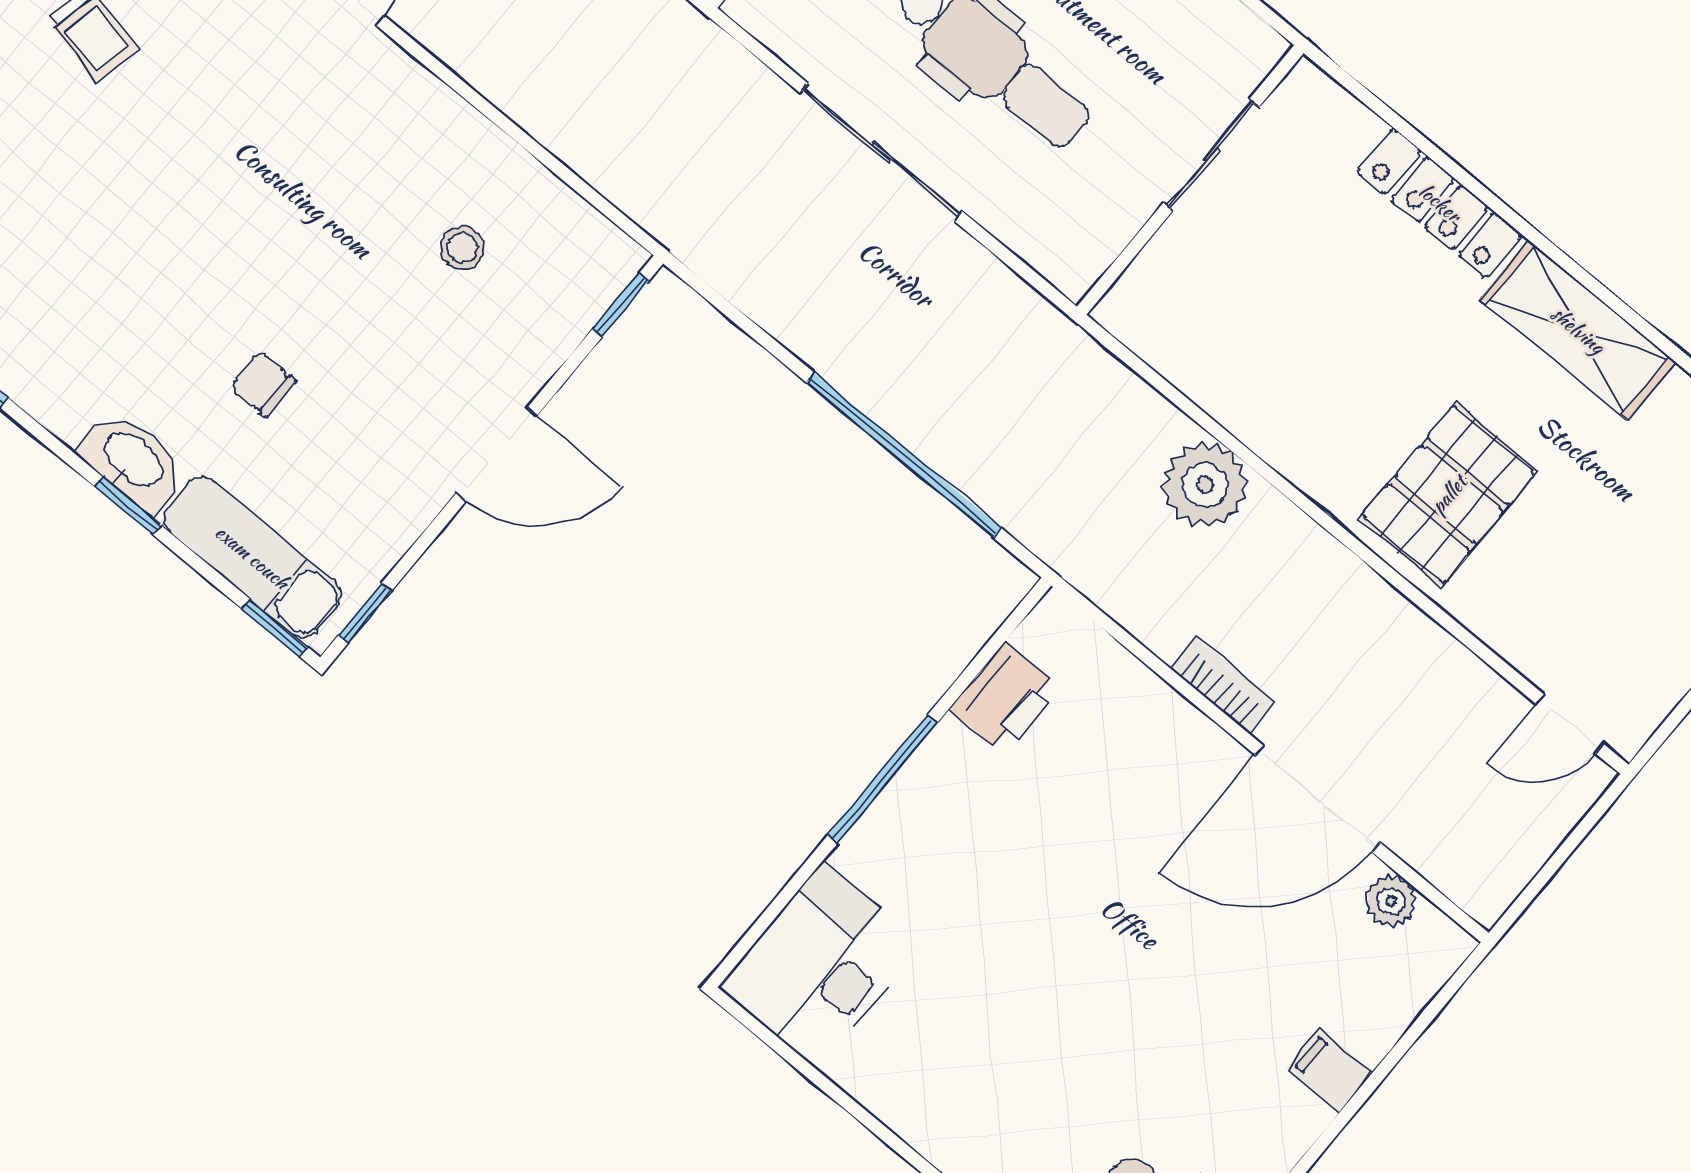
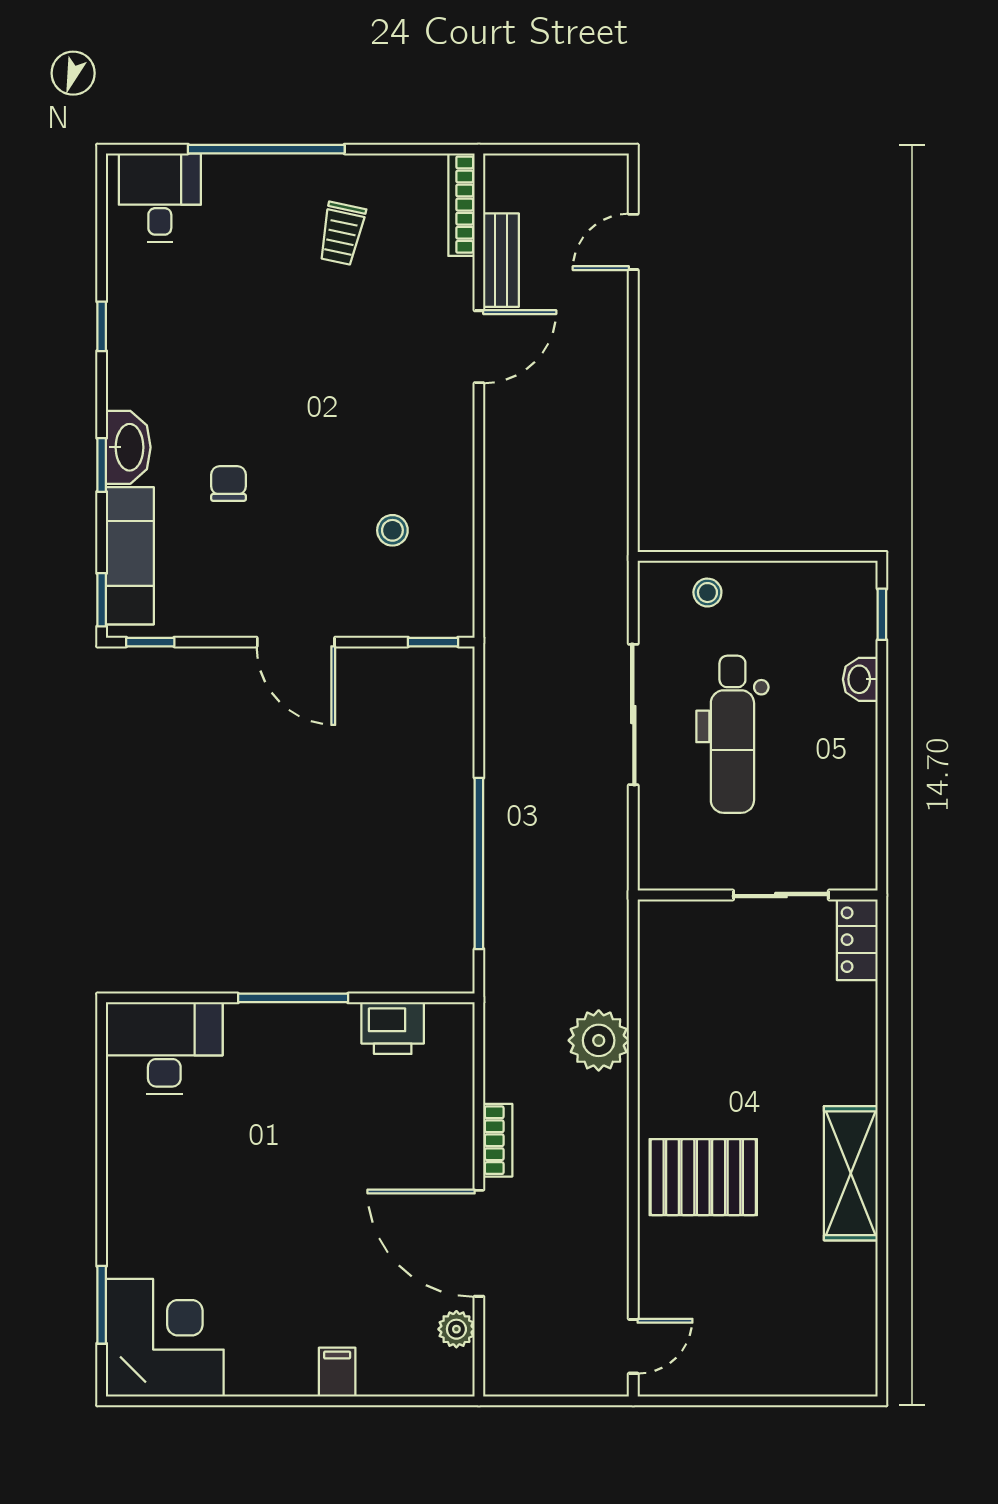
locker: (1440, 203) -> (857, 940), moved, width x0.66
door: (1570, 724) -> (633, 1346), swing flipped

